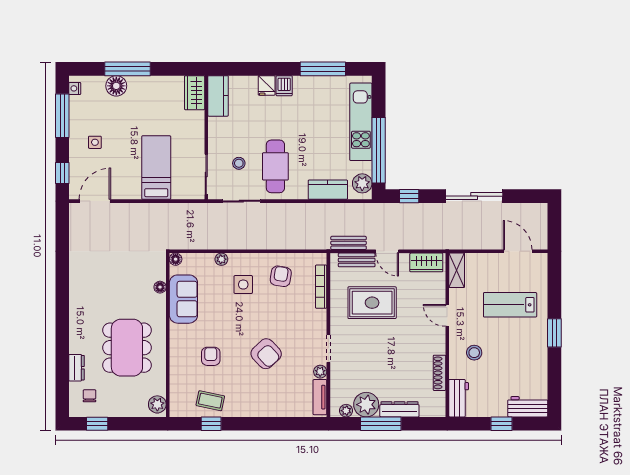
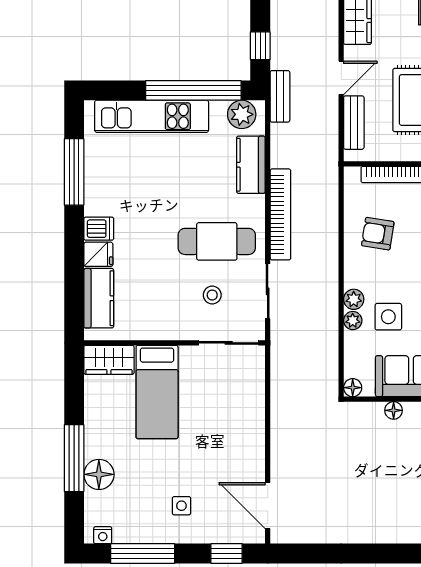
kitchen counter: (218, 96) -> (99, 298), moved, turned 90
bed: (156, 168) -> (157, 392), moved, turned -90
bookcase: (294, 210) -> (280, 214), added
bench: (349, 243) -> (280, 96), moved
plant: (236, 260) -> (354, 299), added
side table: (243, 285) -> (388, 317), moved

